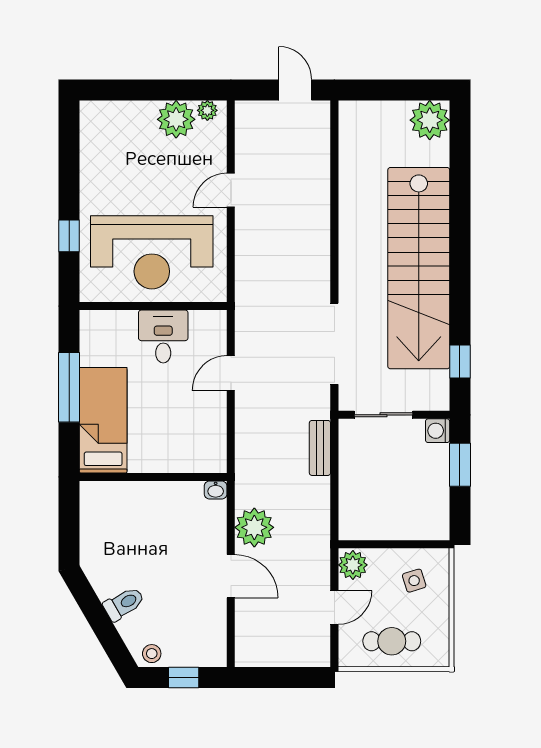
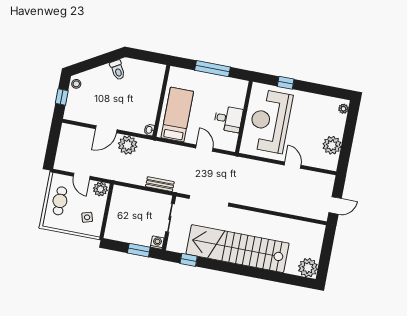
plant: (207, 110) -> (343, 109), moved
bed: (103, 420) -> (177, 115), moved, turned -90
toilet: (124, 604) -> (118, 70), moved

